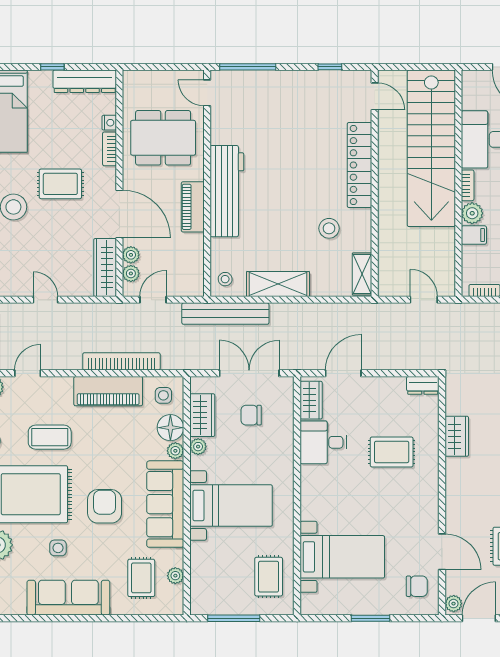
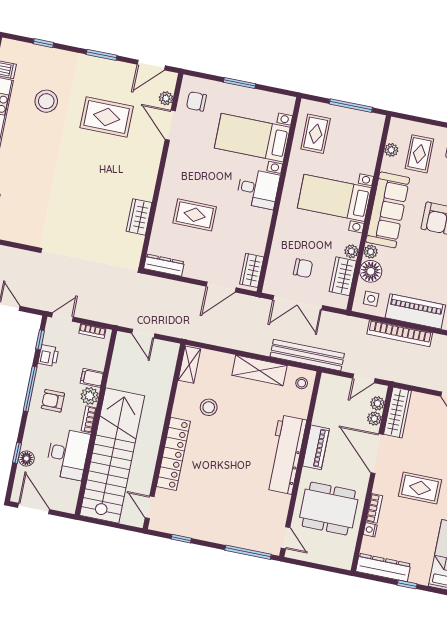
dresser: (423, 385) -> (164, 265), width x1.44
desk: (323, 442) -> (258, 189), moved
plant: (454, 604) -> (166, 98), moved

